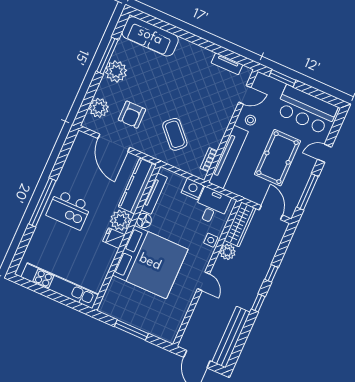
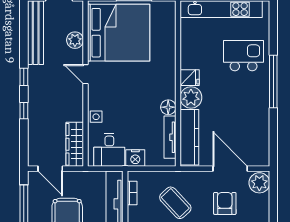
plant: (99, 108) -> (259, 183), moved
kitchen island: (69, 210) -> (244, 56), moved
plant: (228, 252) -> (75, 40), moved
bed: (150, 262) -> (119, 33), moved, turned 180

